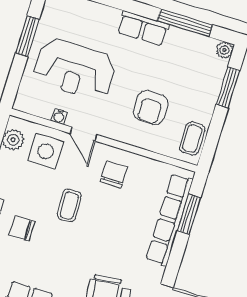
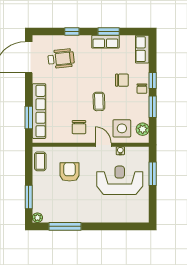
row of seats: (143, 28) -> (88, 216), removed
window: (27, 36) -> (153, 174), moved

